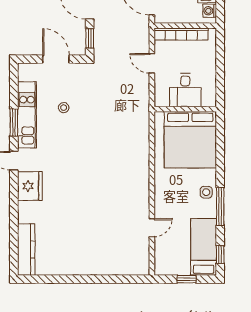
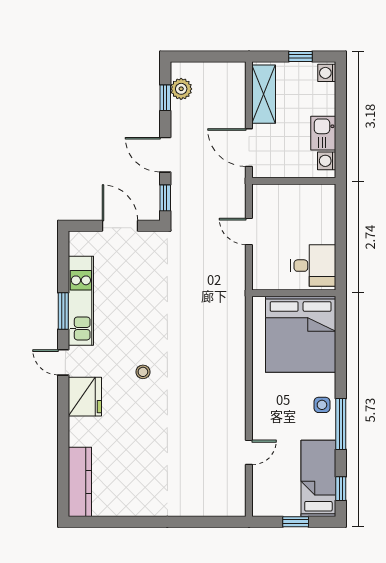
bookcase: (181, 34) -> (288, 192), removed
desk: (185, 90) -> (313, 266), moved, turned -90
stool: (64, 108) -> (143, 372), moved

